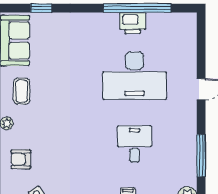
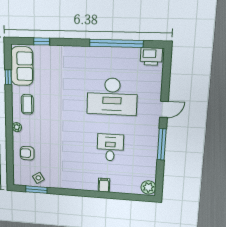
printer: (133, 23) -> (151, 56), moved
window: (201, 156) -> (162, 144), moved

